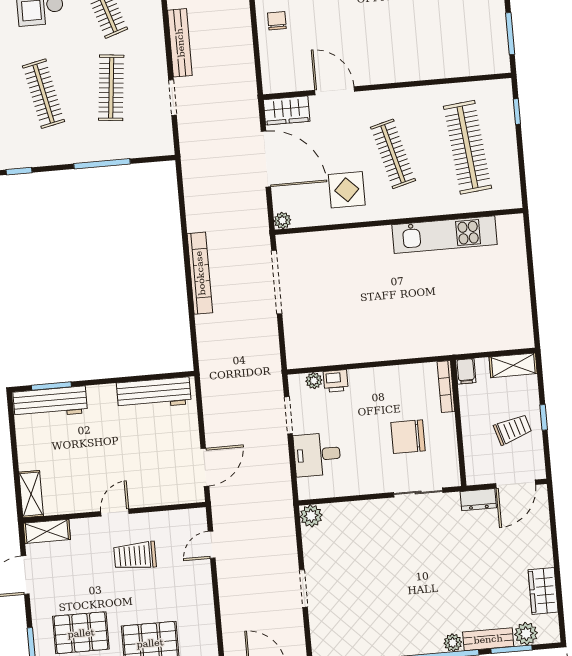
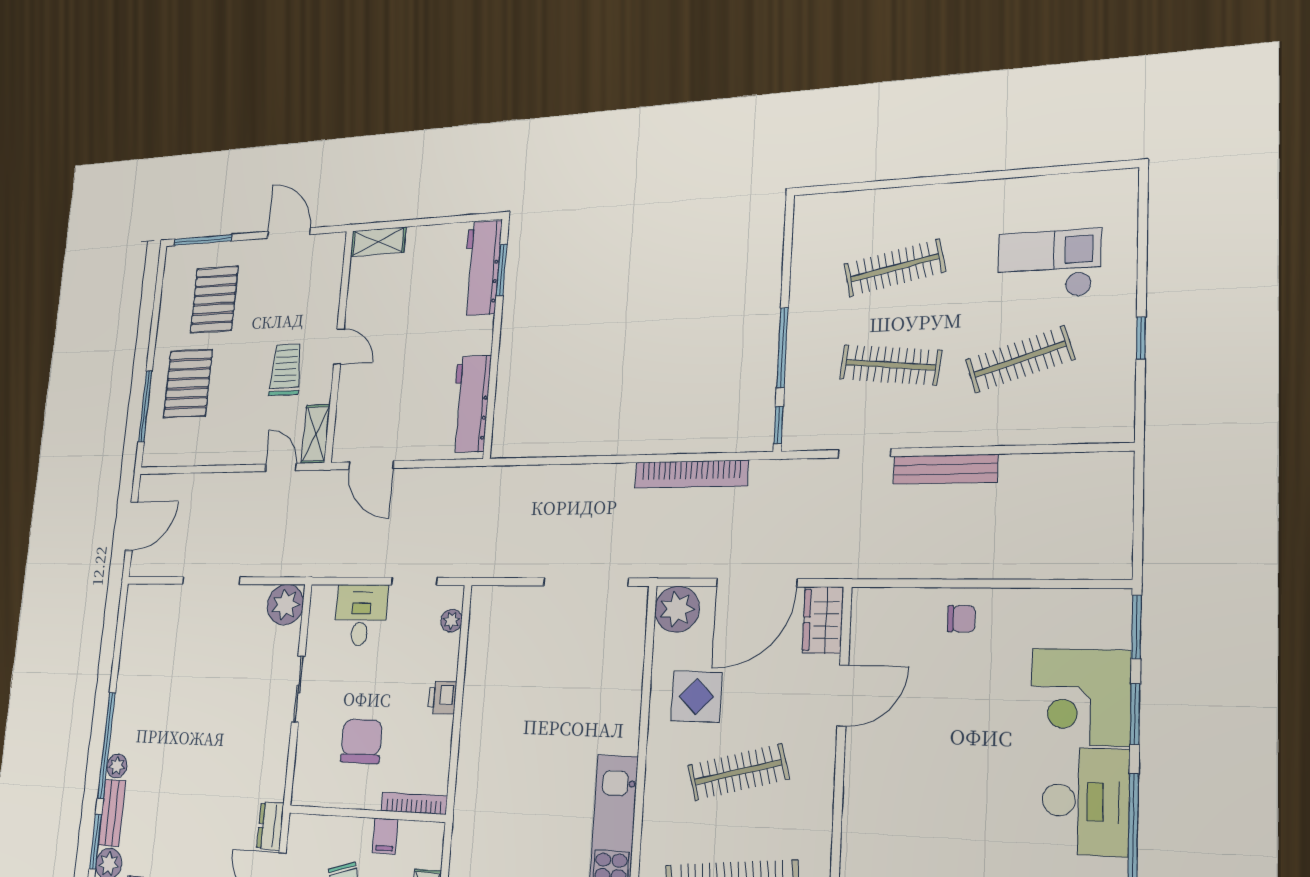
window: (19, 171) -> (778, 425), moved
plant: (282, 220) -> (677, 609), width x1.87, depth x1.87
bookcase: (200, 273) -> (691, 474), moved
filing cabinet: (466, 371) -> (385, 836), moved, turned -90
printer: (336, 381) -> (442, 698), moved
sliding door: (418, 493) -> (298, 689), moved
plant: (311, 516) -> (285, 605), width x1.36, depth x1.36
shelving: (47, 531) -> (316, 434), moved
doorway: (303, 588) -> (211, 581), width x1.38

